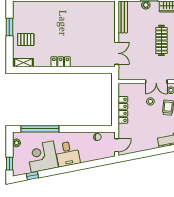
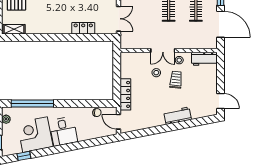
locker: (61, 62) -> (83, 28), moved
locker: (123, 110) -> (125, 94), moved
door: (117, 145) -> (119, 122), swing flipped

